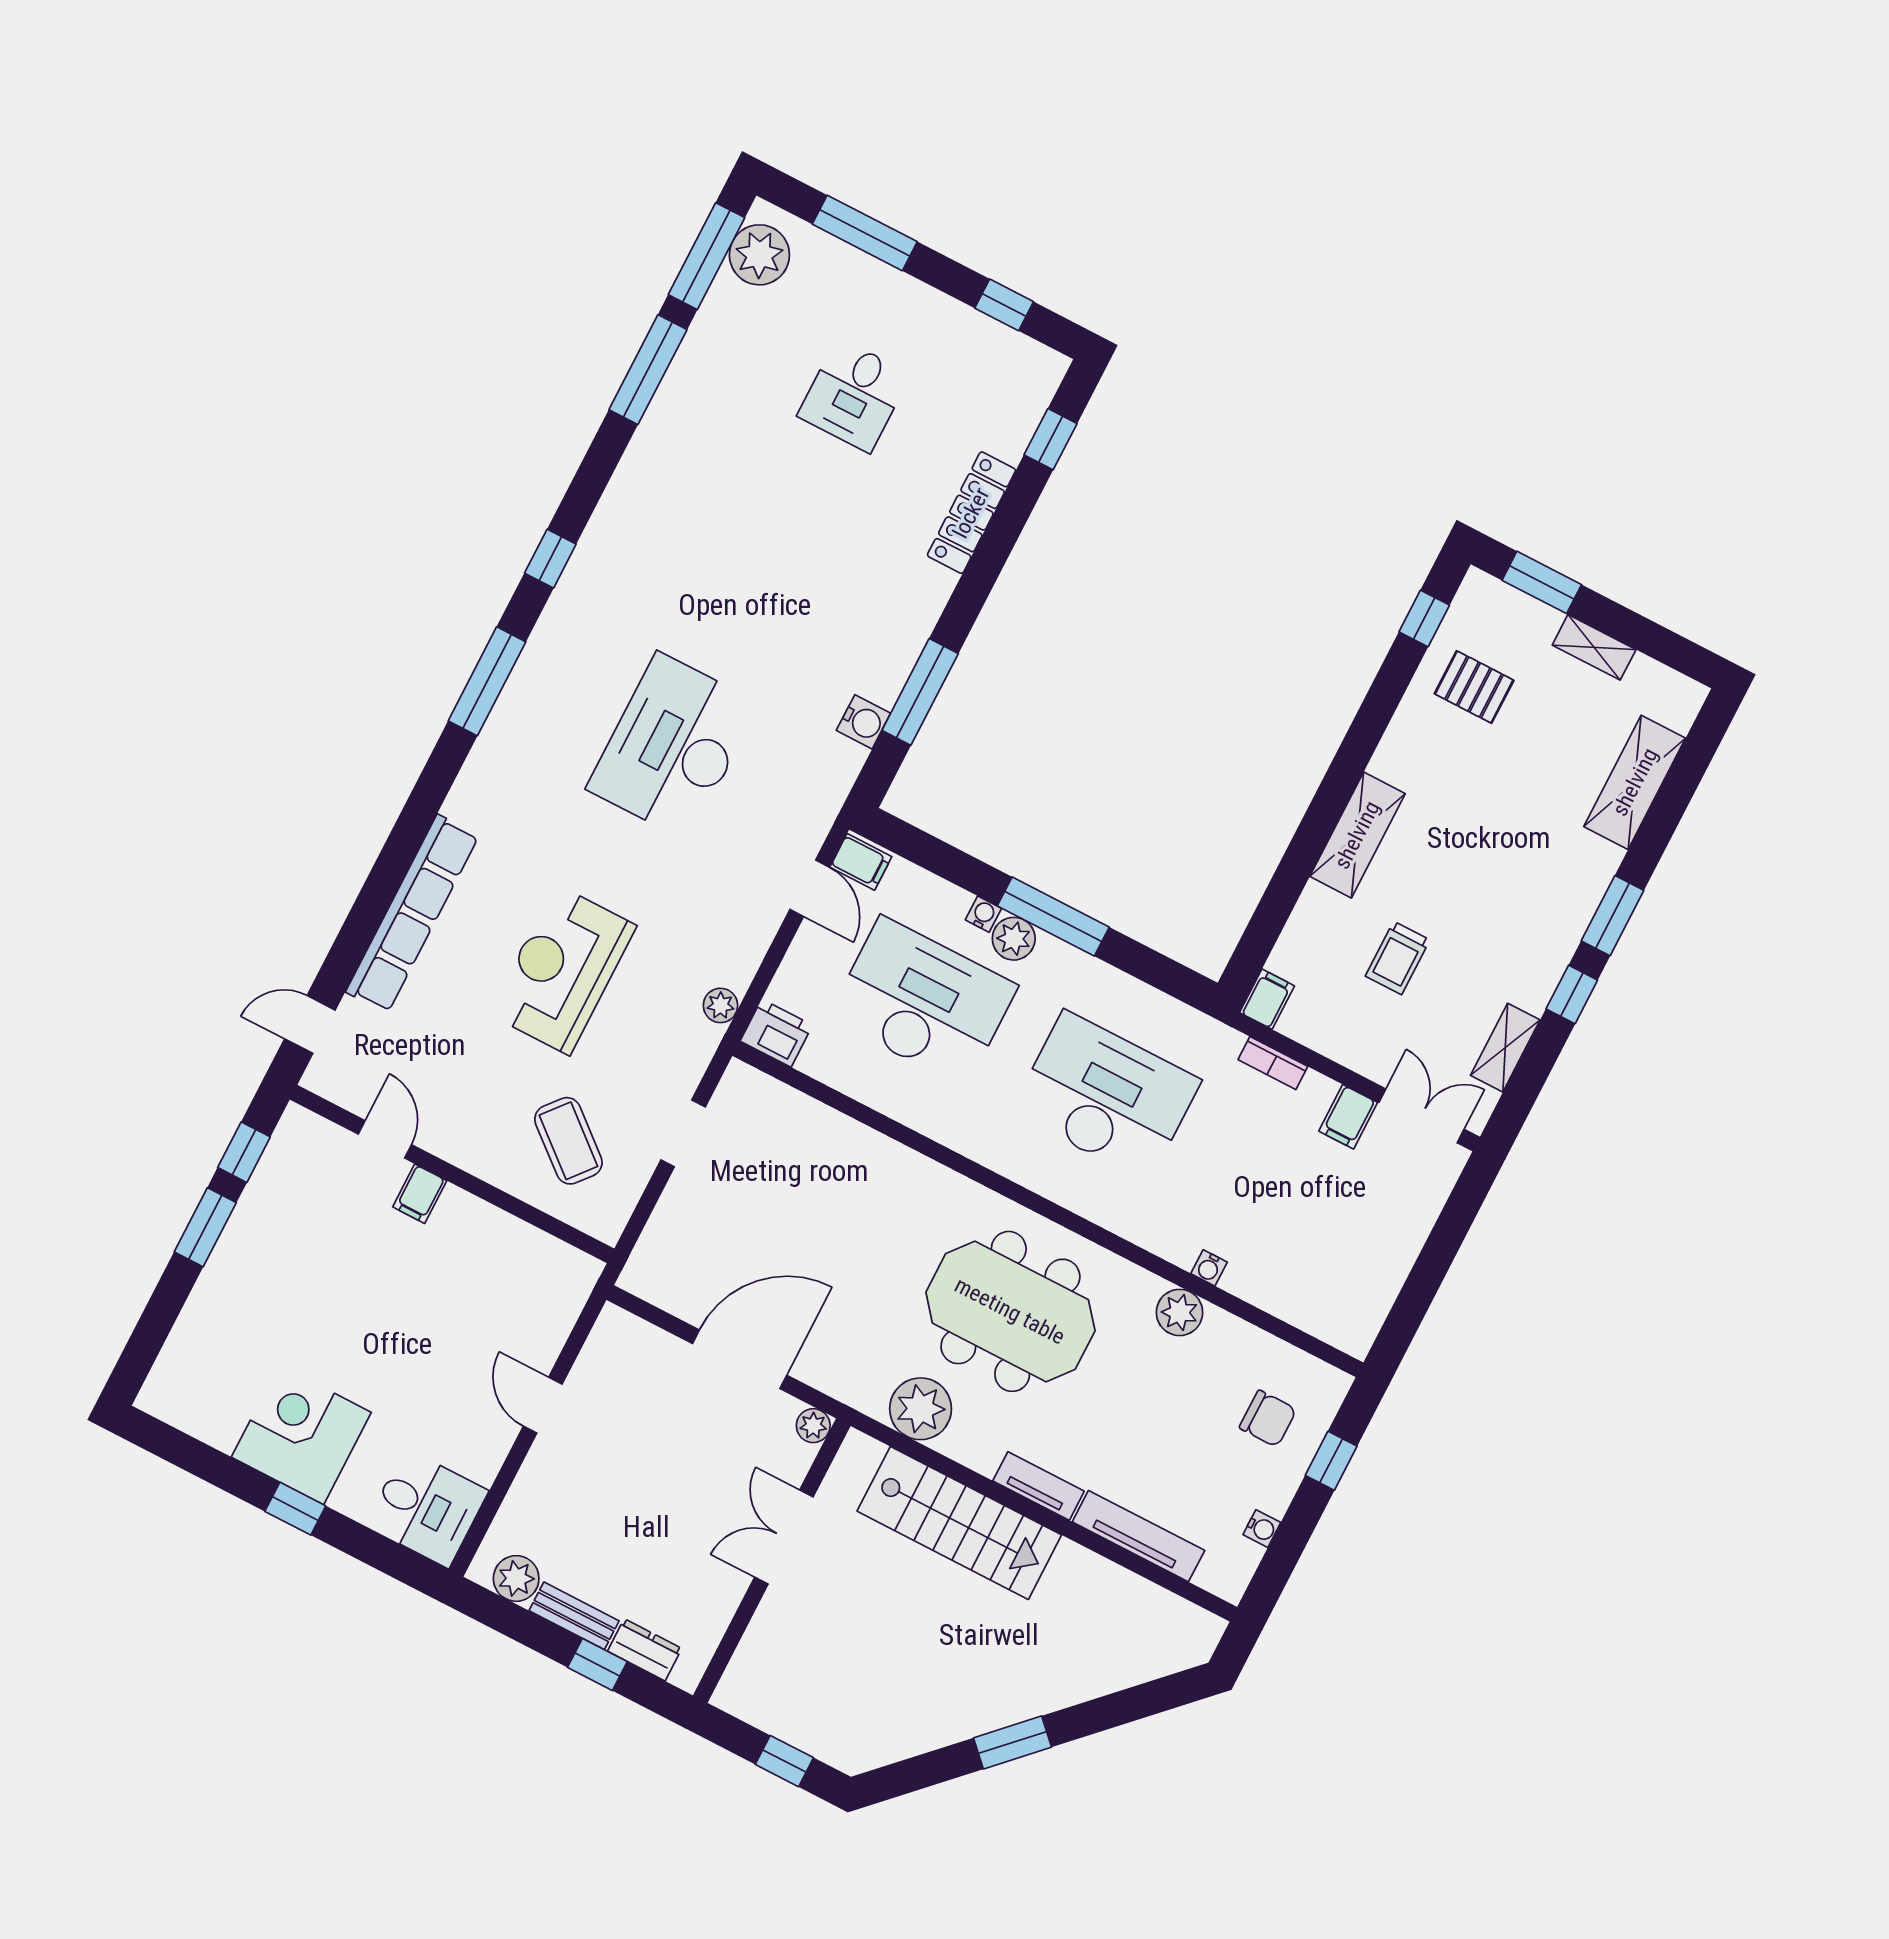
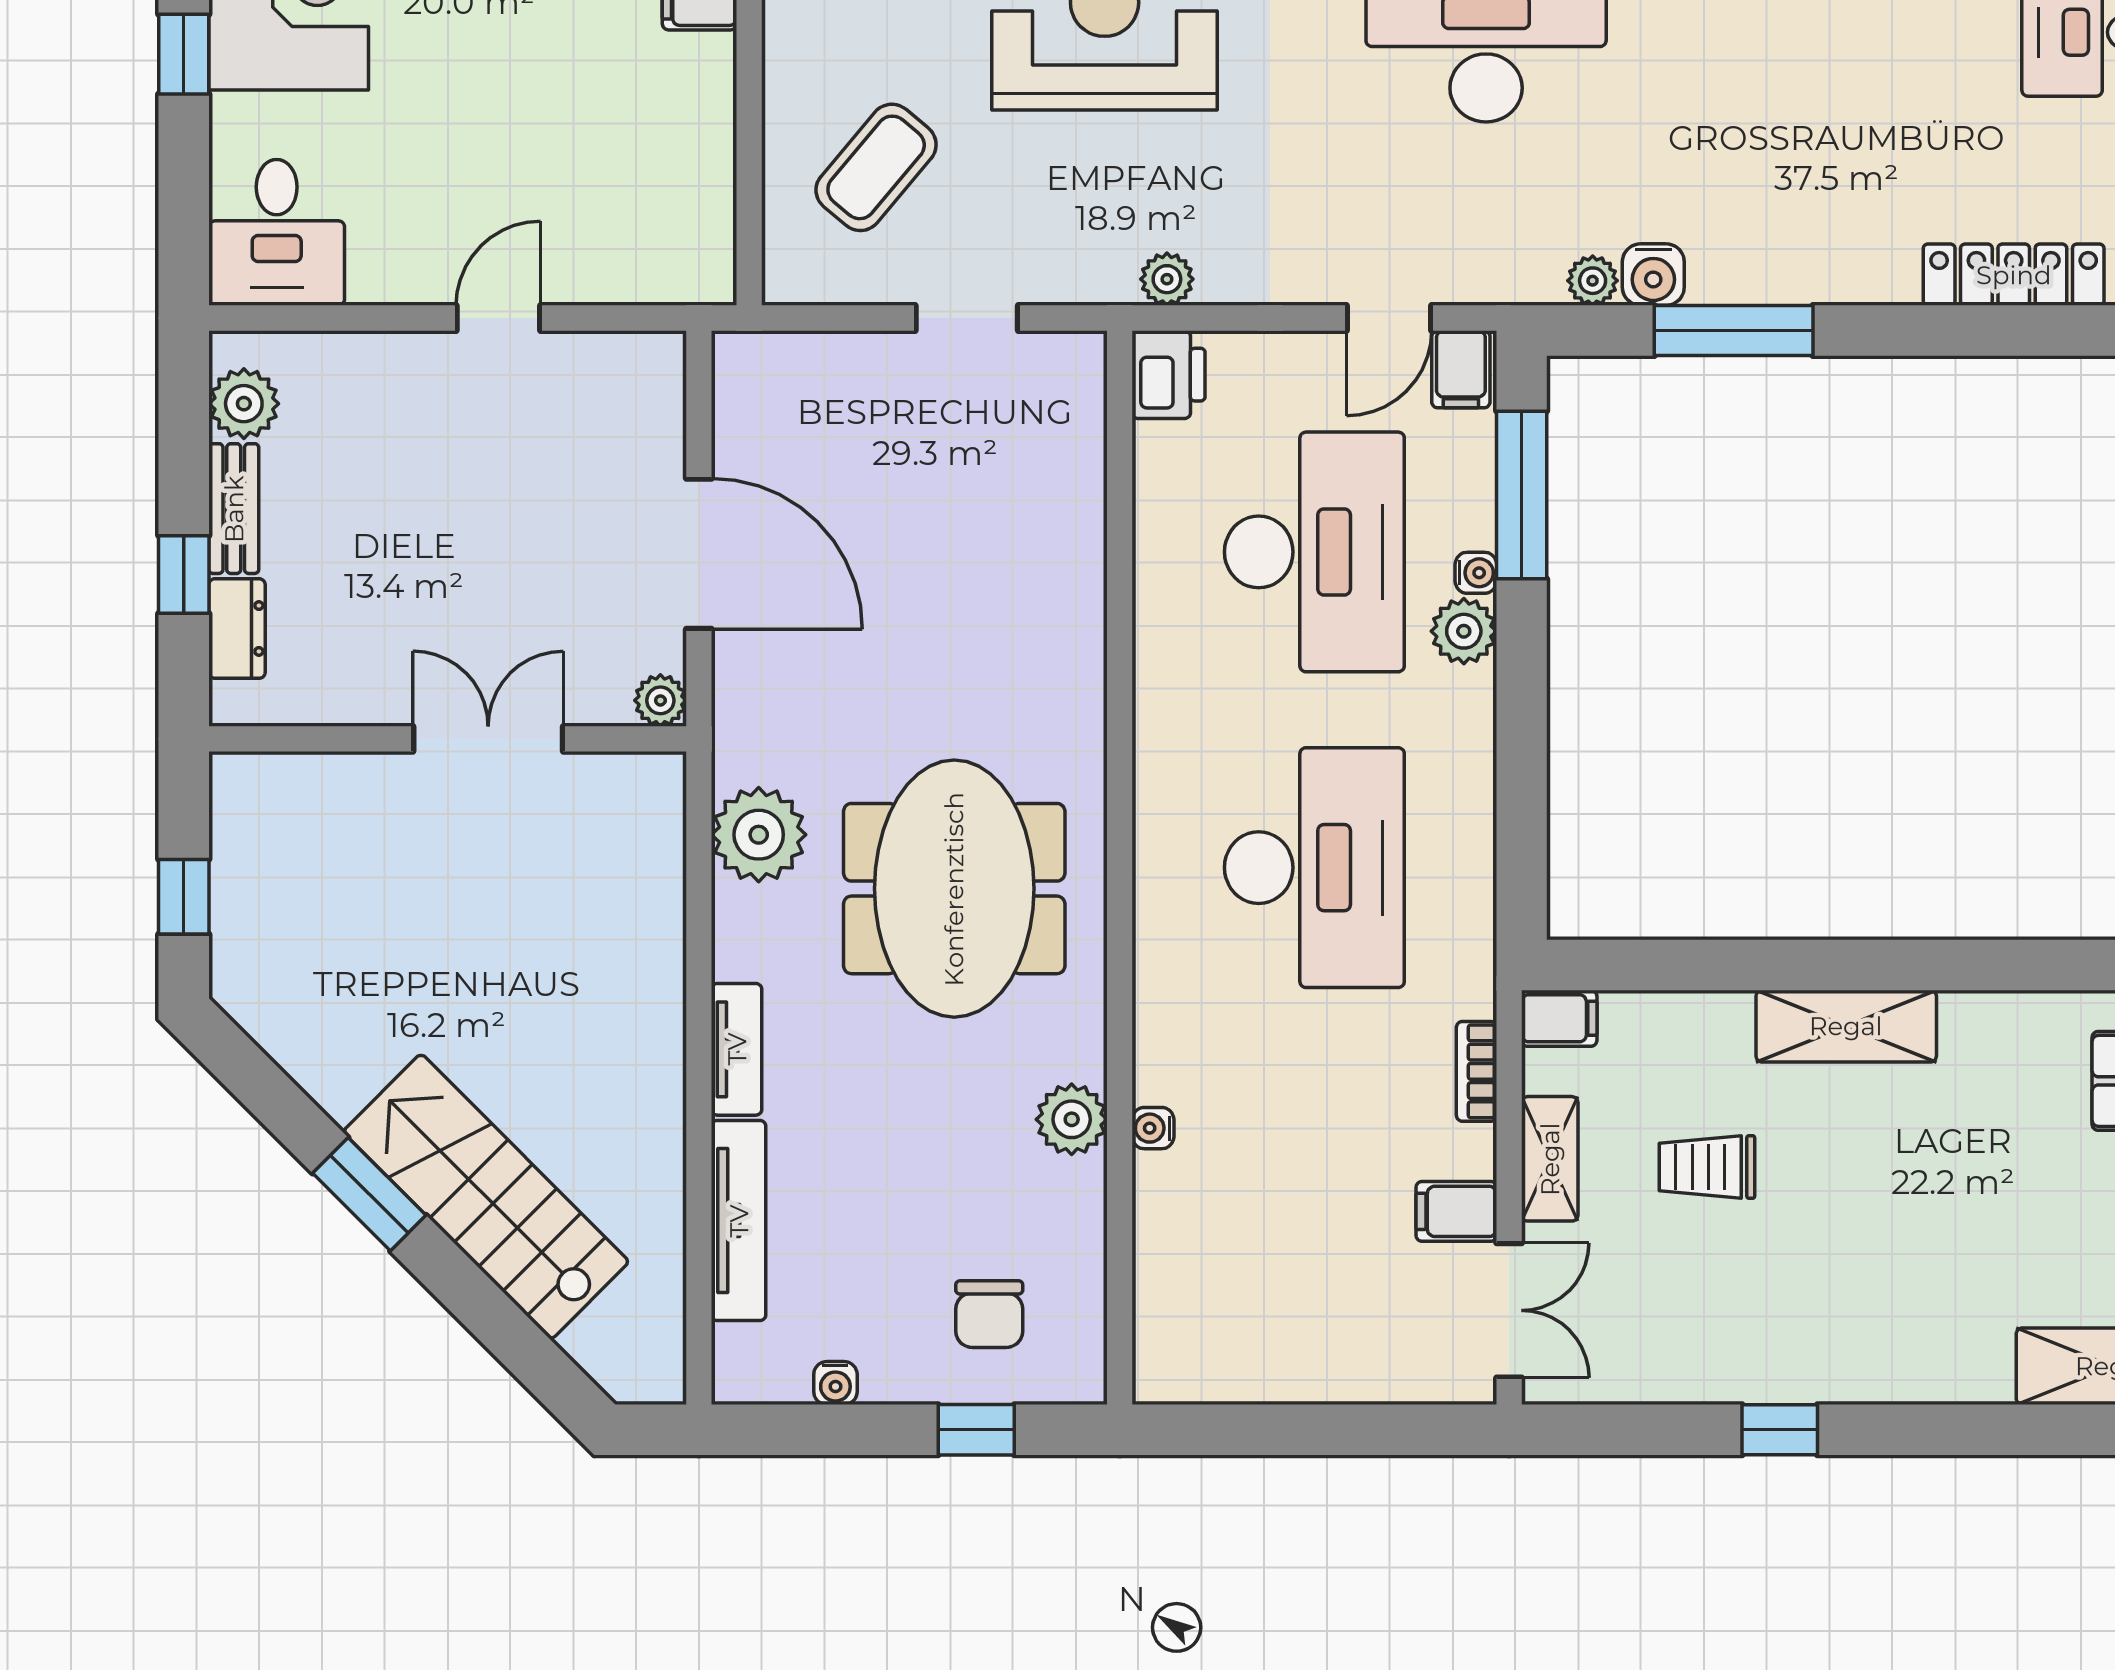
plant: (849, 759) -> (1593, 281), added
window: (1613, 916) -> (1916, 1430), removed
window: (1053, 917) -> (1522, 495), moved
shelving: (1505, 1048) -> (1550, 1159), moved, turned 90
stairs: (959, 1523) -> (486, 1197), moved, turned 135

